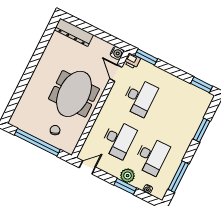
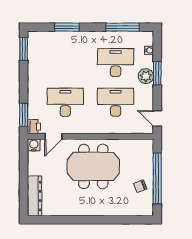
chair: (55, 130) -> (140, 186), moved

